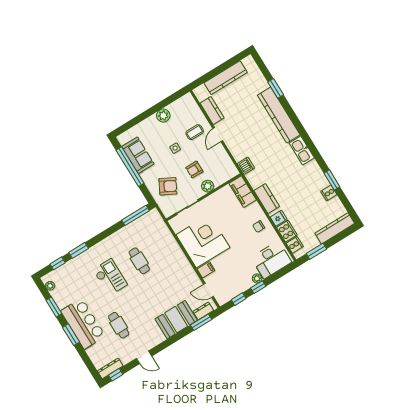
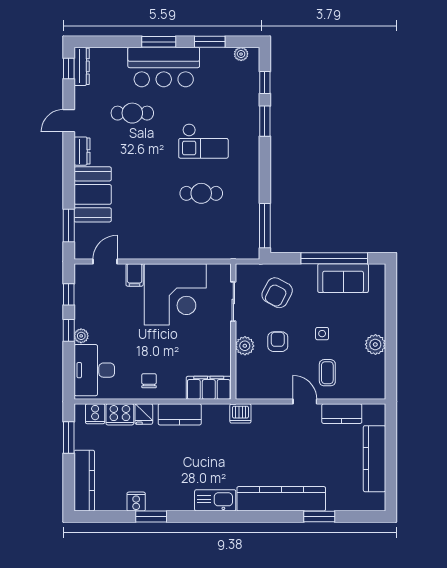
dresser: (203, 311) -> (82, 151), moved

